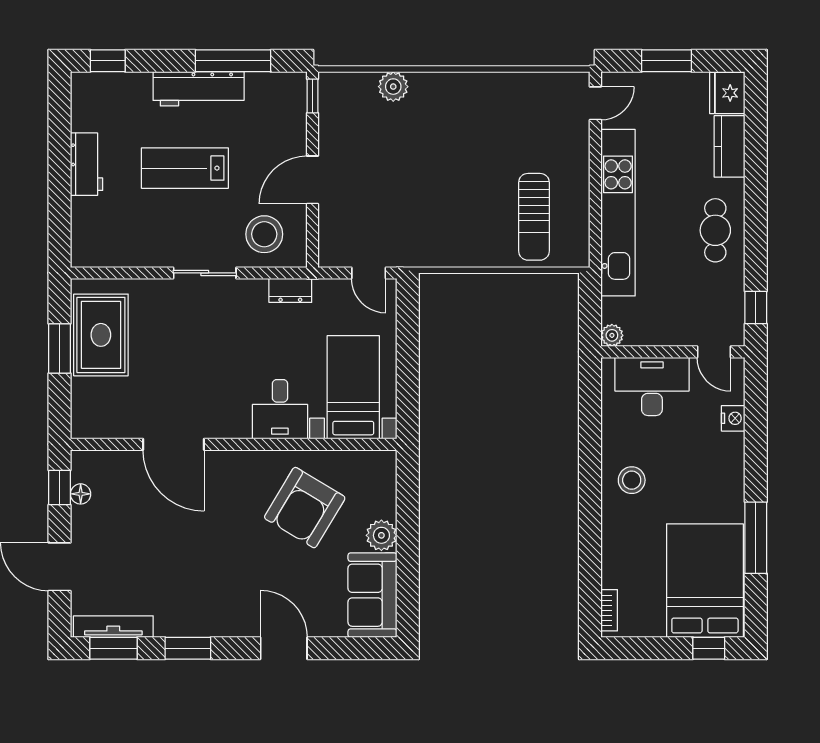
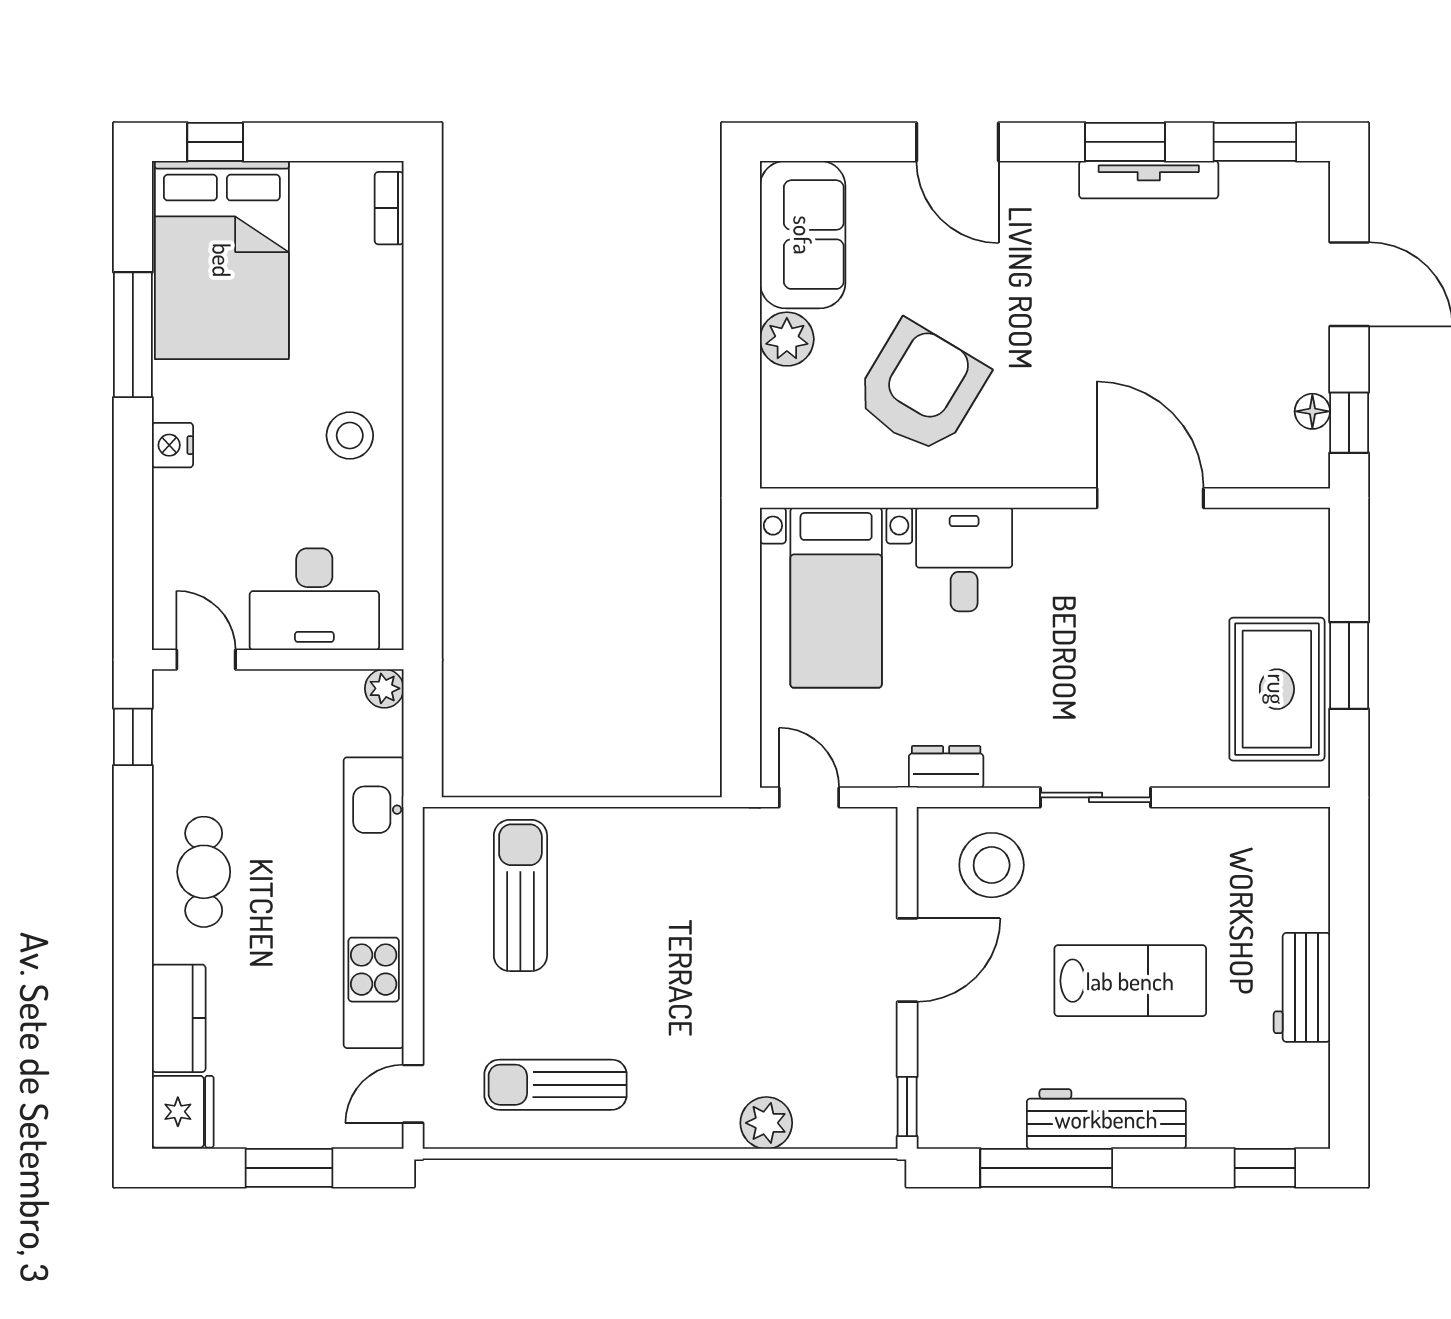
sun lounger: (514, 108) -> (556, 1085), added
nightstand: (733, 418) -> (172, 445), moved
tv unit: (113, 627) -> (1149, 180), moved

